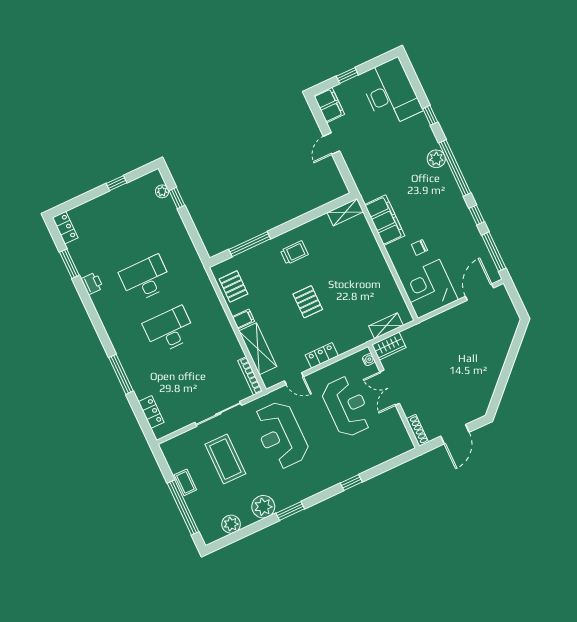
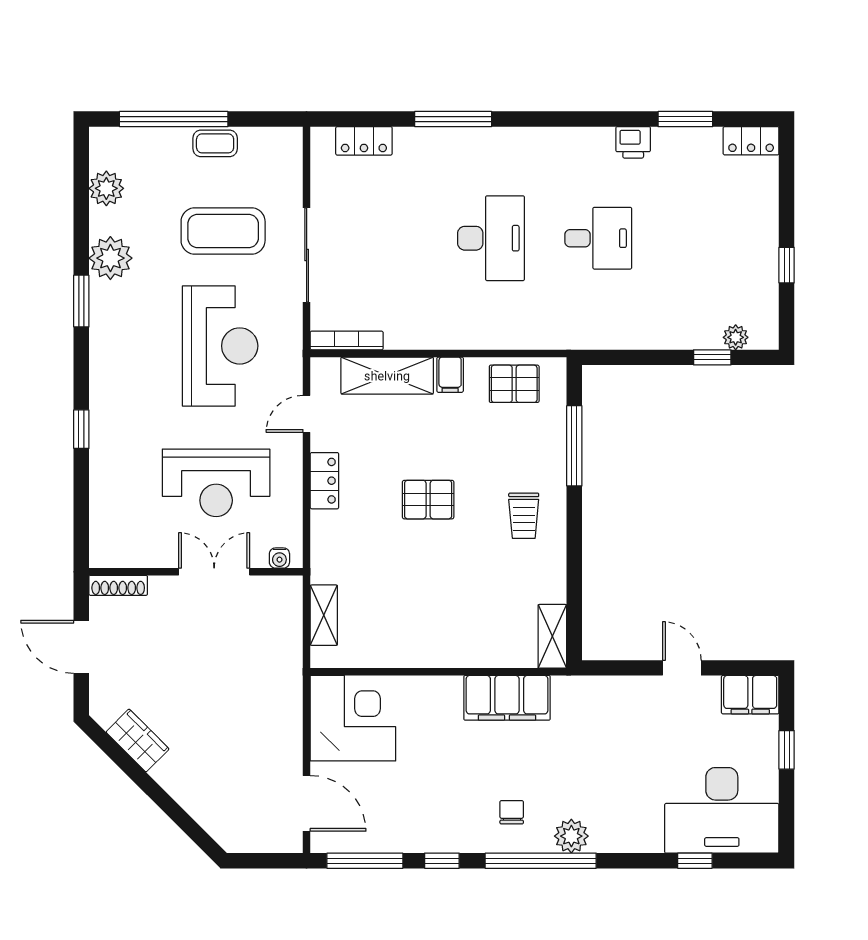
window: (430, 115) -> (695, 861), moved
chair: (419, 247) -> (512, 812), moved
desk: (145, 279) -> (598, 238), width x0.73
wardrobe: (389, 346) -> (138, 740), moved, turned 135
reception desk: (281, 435) -> (220, 346), turned 90

